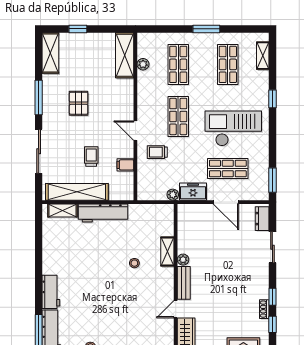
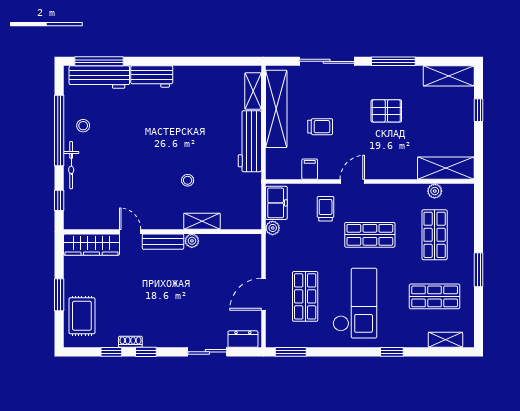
shop shelf: (178, 64) -> (435, 235), turned 90
freezer: (193, 192) -> (276, 203), moved

